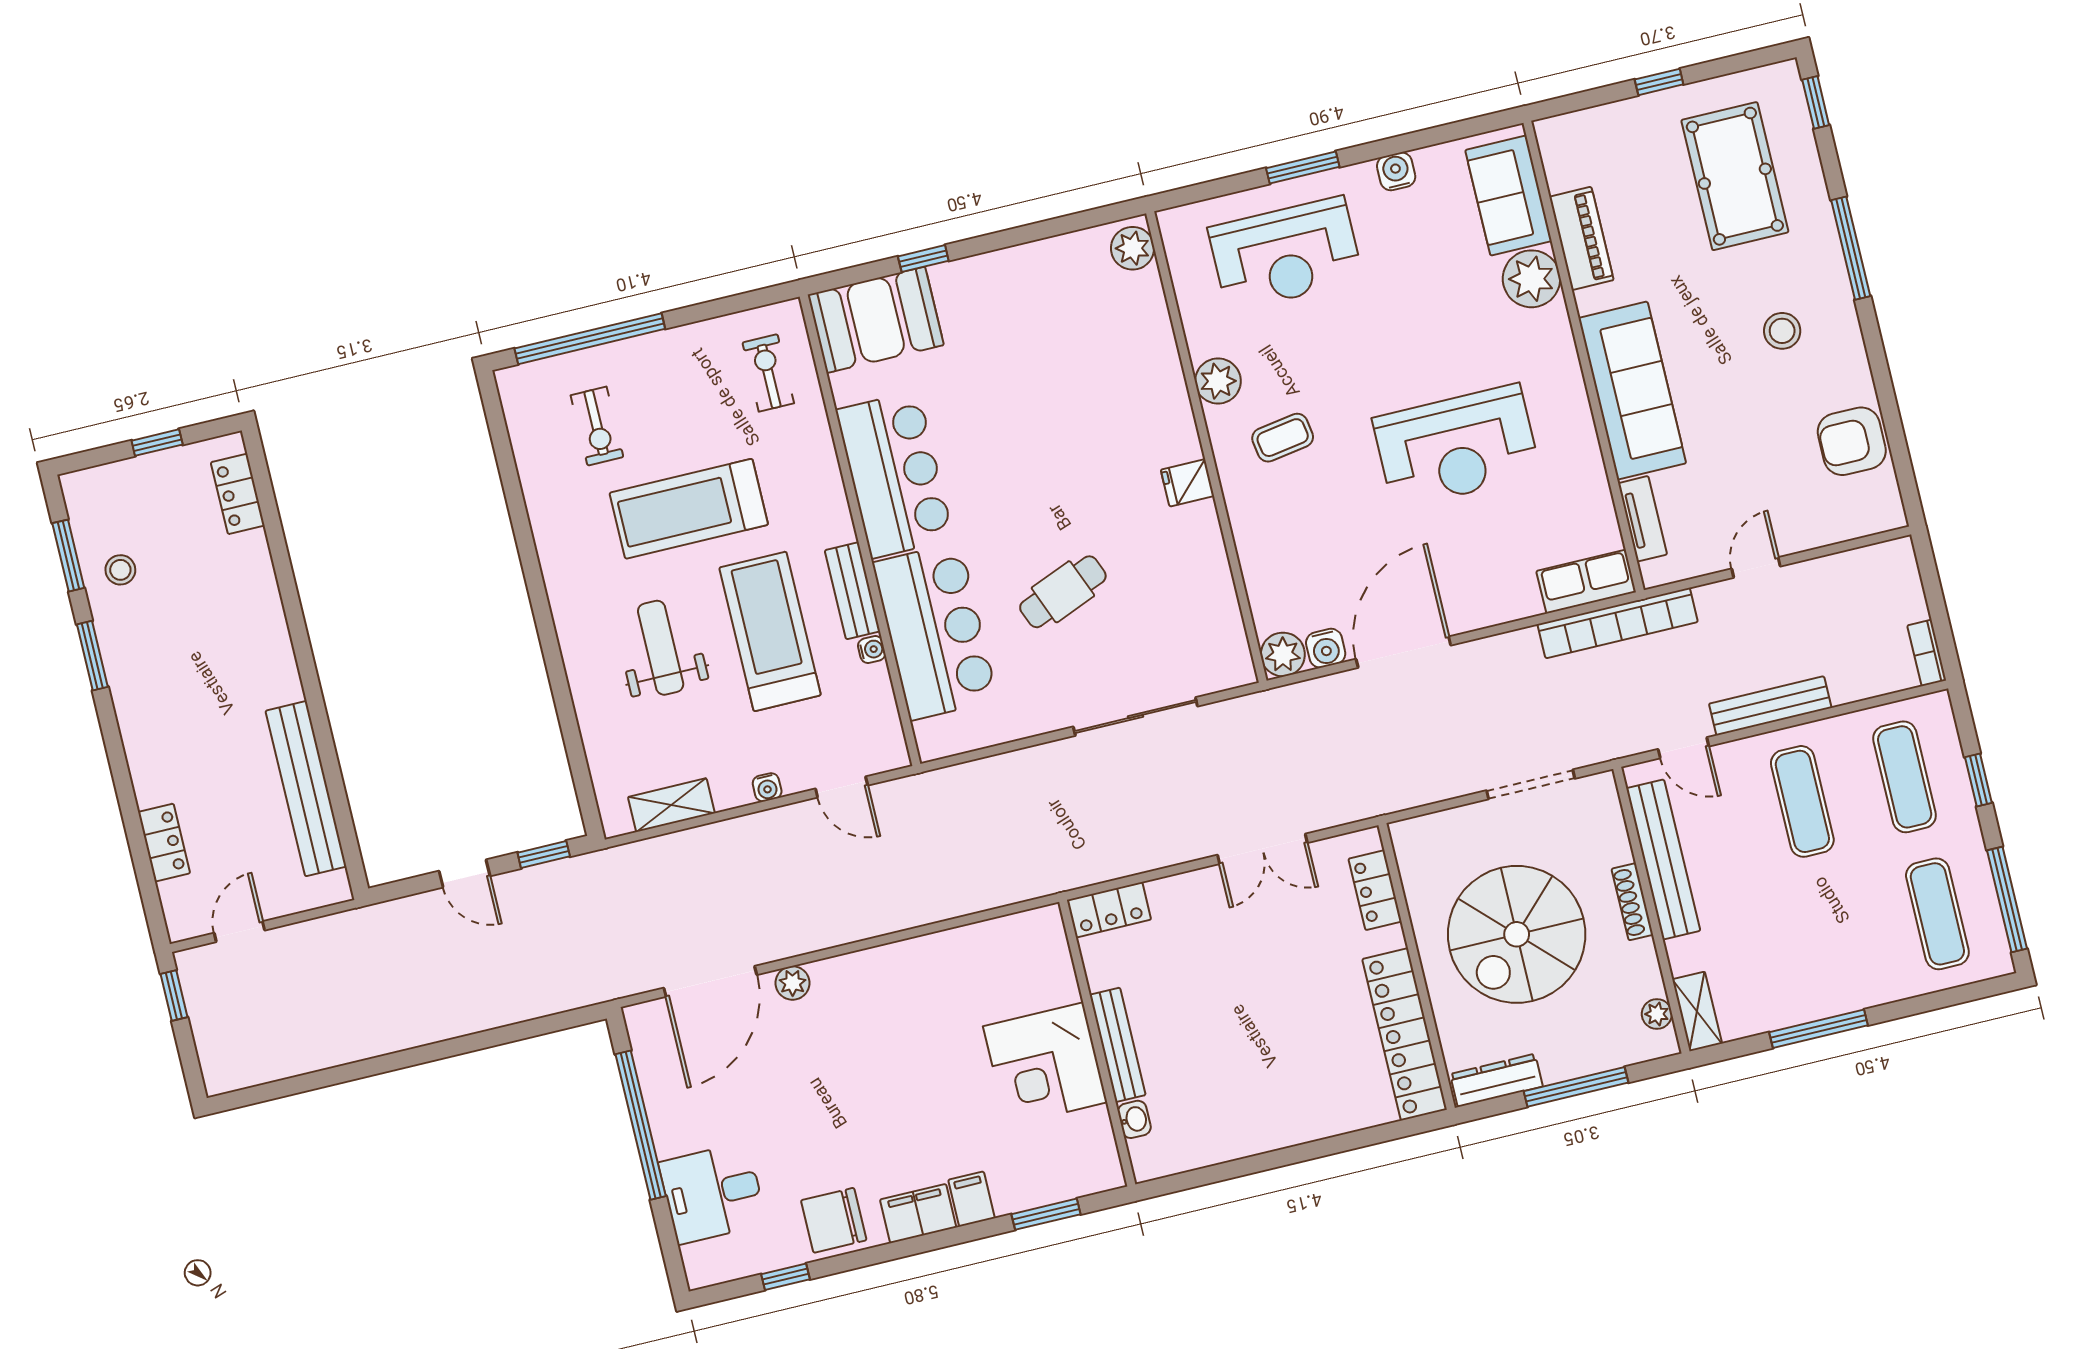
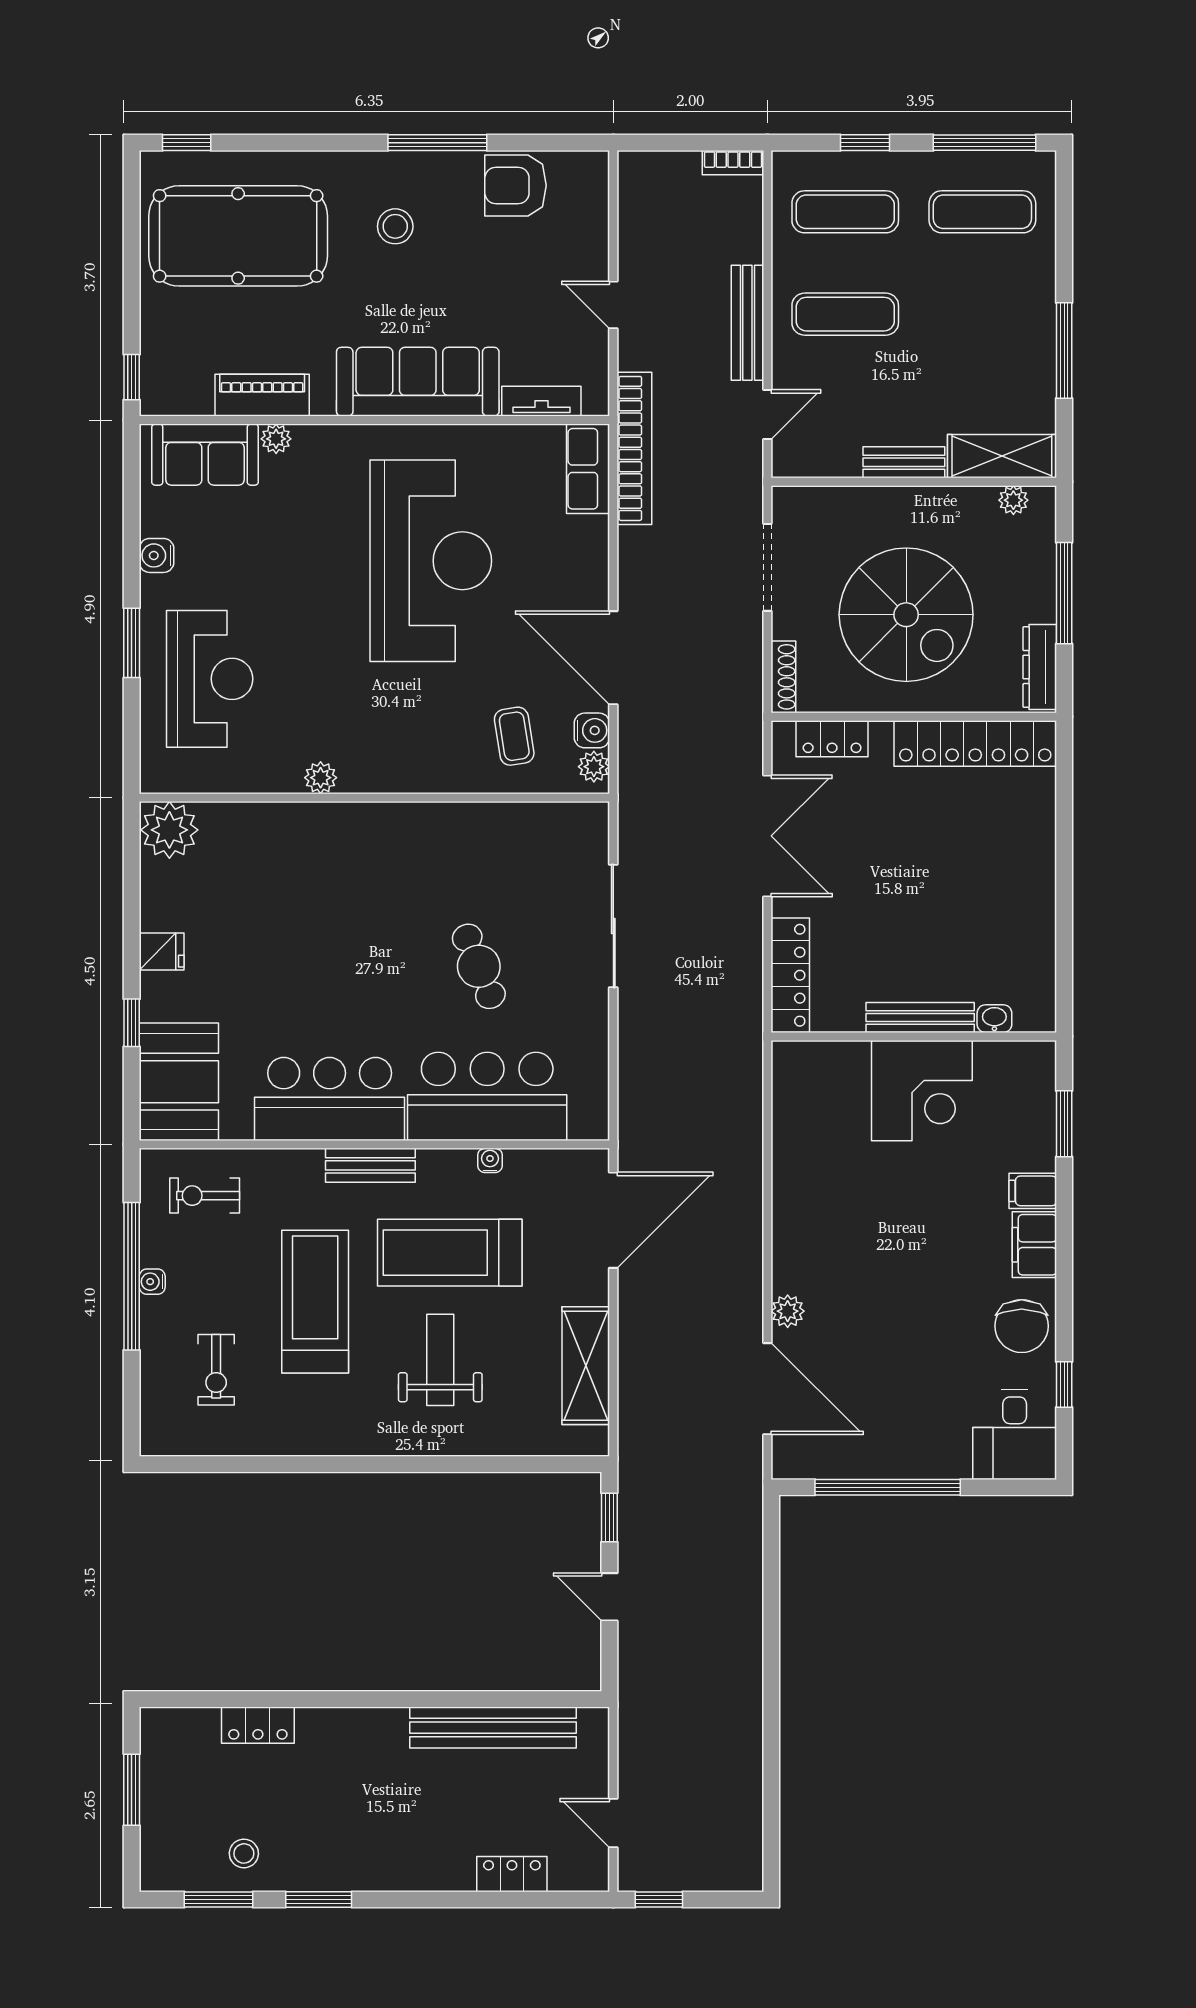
window: (1659, 82) -> (132, 377), moved
pool table: (1735, 176) -> (238, 236), width x1.36, depth x1.32
plant: (1133, 248) -> (169, 830), width x1.36, depth x1.36
window: (1851, 248) -> (437, 143), moved
plant: (1531, 279) -> (276, 439), width x0.53, depth x0.53
window: (590, 339) -> (132, 1276), moved
plant: (1218, 381) -> (321, 778), width x0.73, depth x0.73
exercise bike: (597, 426) -> (216, 1370), turned 90
coffee table: (1283, 438) -> (514, 736), moved
armchair: (1852, 441) -> (516, 185), turned 90
window: (157, 443) -> (132, 1790), width x1.50
reception desk: (1457, 447) -> (431, 561), width x1.36, depth x1.30
fridge: (1187, 483) -> (162, 951), moved, turned -90
locker: (238, 494) -> (258, 1725), moved
treadmill: (689, 509) -> (315, 1302), turned 180
bench: (852, 591) -> (370, 1165), moved
weight bench: (661, 648) -> (440, 1360), turned 90
plant: (1283, 654) -> (594, 767), width x0.73, depth x0.73
water cooler: (767, 787) -> (152, 1282), moved, turned 180
door: (842, 787) -> (613, 1220), width x1.87
shelving: (671, 805) -> (586, 1366), width x1.50, depth x1.33
double door: (1262, 849) -> (767, 836), width x1.37
bench: (1663, 859) -> (904, 462), width x0.54, depth x0.82
door: (465, 873) -> (609, 1597), swing flipped
shoe rack: (1632, 902) -> (783, 677), moved, turned -90
locker: (1109, 910) -> (790, 975), width x1.53
shelving: (1697, 1011) -> (1002, 456), width x1.50, depth x1.33
desk: (713, 1193) -> (1015, 1435), moved

